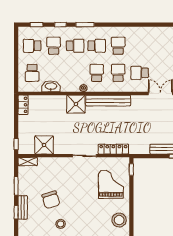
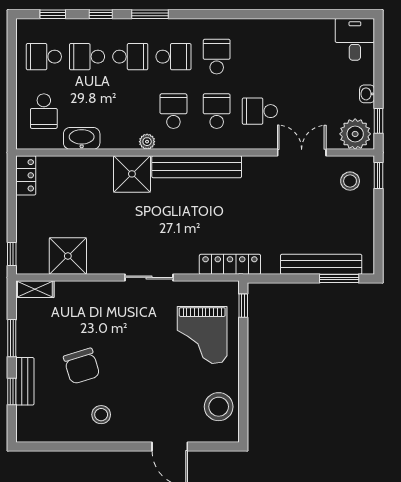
school desk: (54, 46) -> (87, 57), turned -90
locker: (113, 149) -> (230, 264), moved
grand piano: (111, 184) -> (202, 335), turned 180

